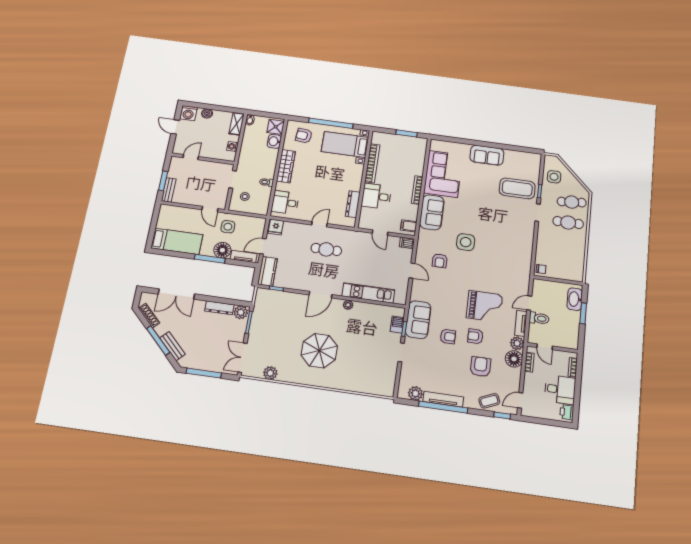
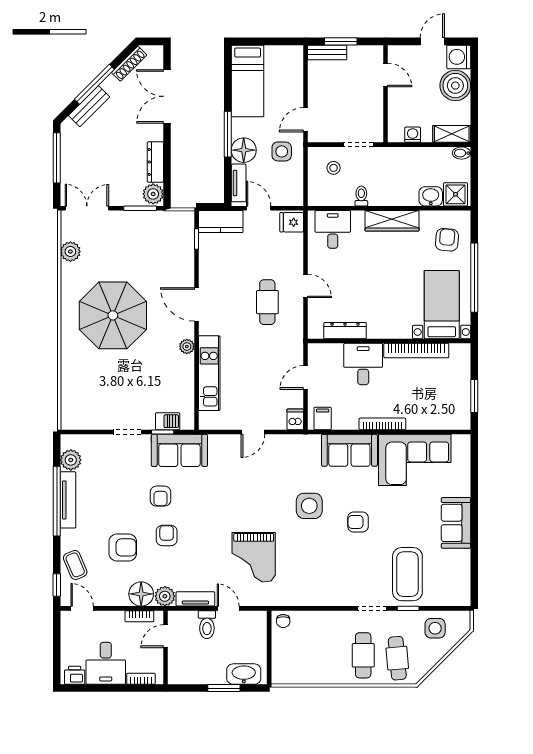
boiler: (207, 113) -> (455, 86), width x1.86, depth x1.86
armchair: (440, 261) -> (358, 522), moved
grand piano: (484, 306) -> (254, 557), moved
parasol: (319, 351) -> (113, 315), width x1.36, depth x1.36

